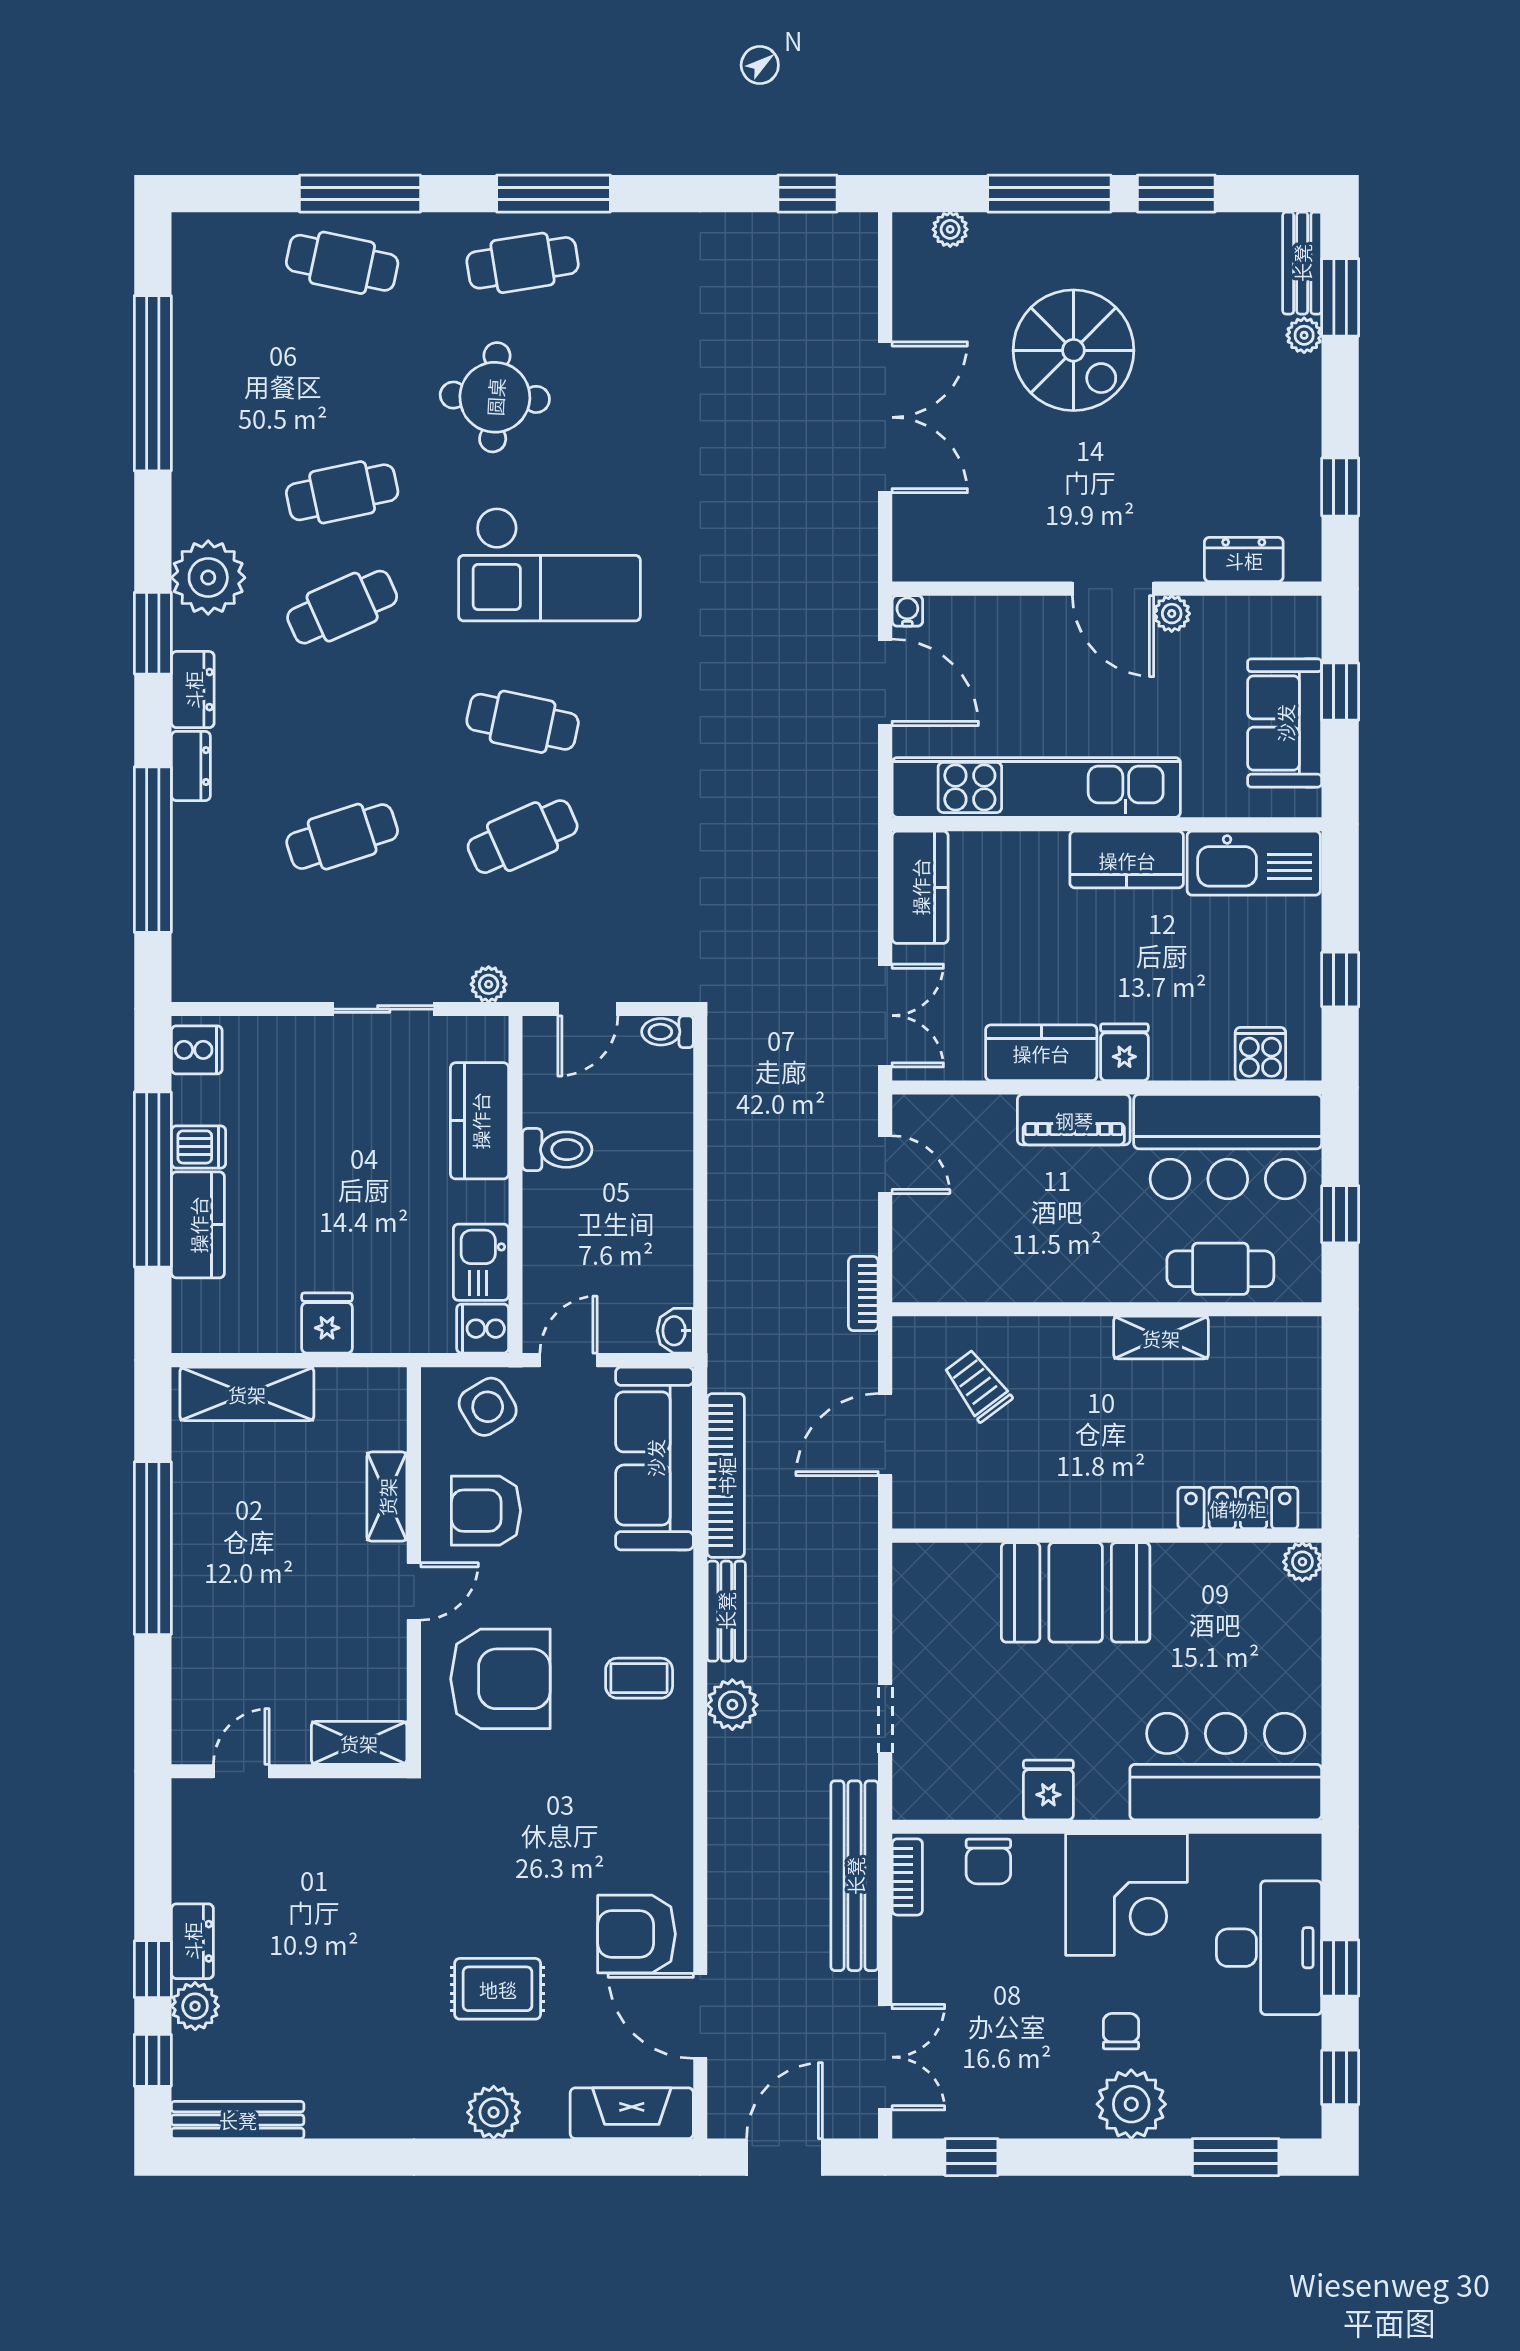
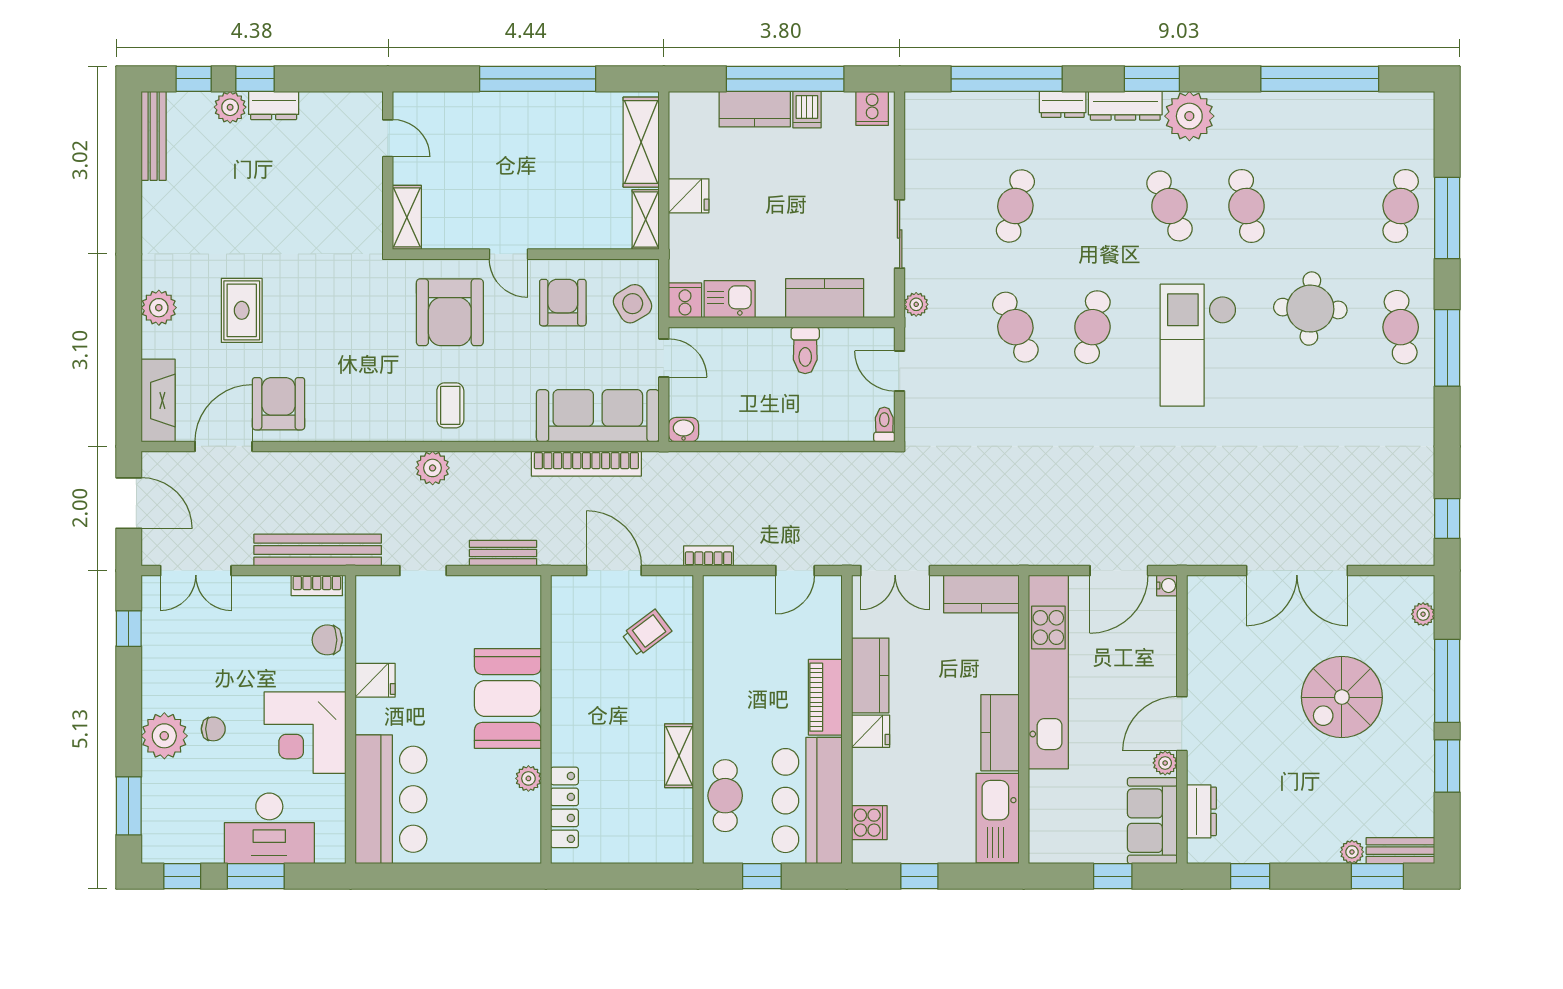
dresser: (193, 690) -> (1125, 106), width x1.44
sofa: (1285, 723) -> (1152, 821), moved, turned -90
cafe table: (342, 837) -> (1015, 206), turned 33
shelving: (387, 1497) -> (646, 220), moved, turned 90
plant: (1302, 1562) -> (528, 778), moved
bench: (726, 1611) -> (503, 553), moved
window: (1340, 1968) -> (256, 876), width x1.50

